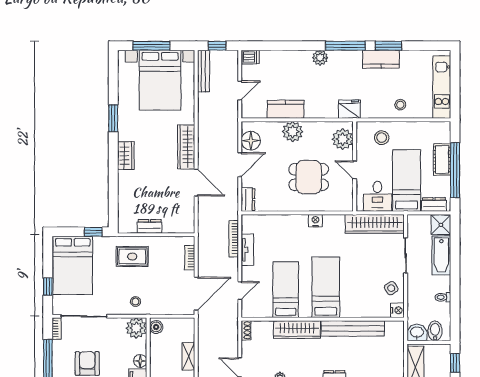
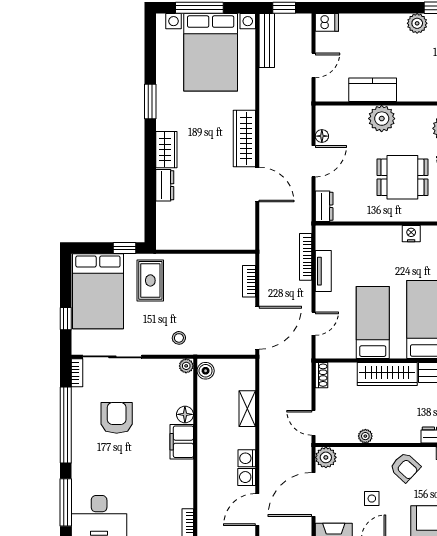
floor lamp: (251, 141) -> (322, 136), width x0.53, depth x0.53
dresser: (150, 226) -> (165, 185), moved, turned 90
rug: (132, 256) -> (150, 280), moved, turned 90
plant: (136, 328) -> (186, 366), width x0.53, depth x0.53

